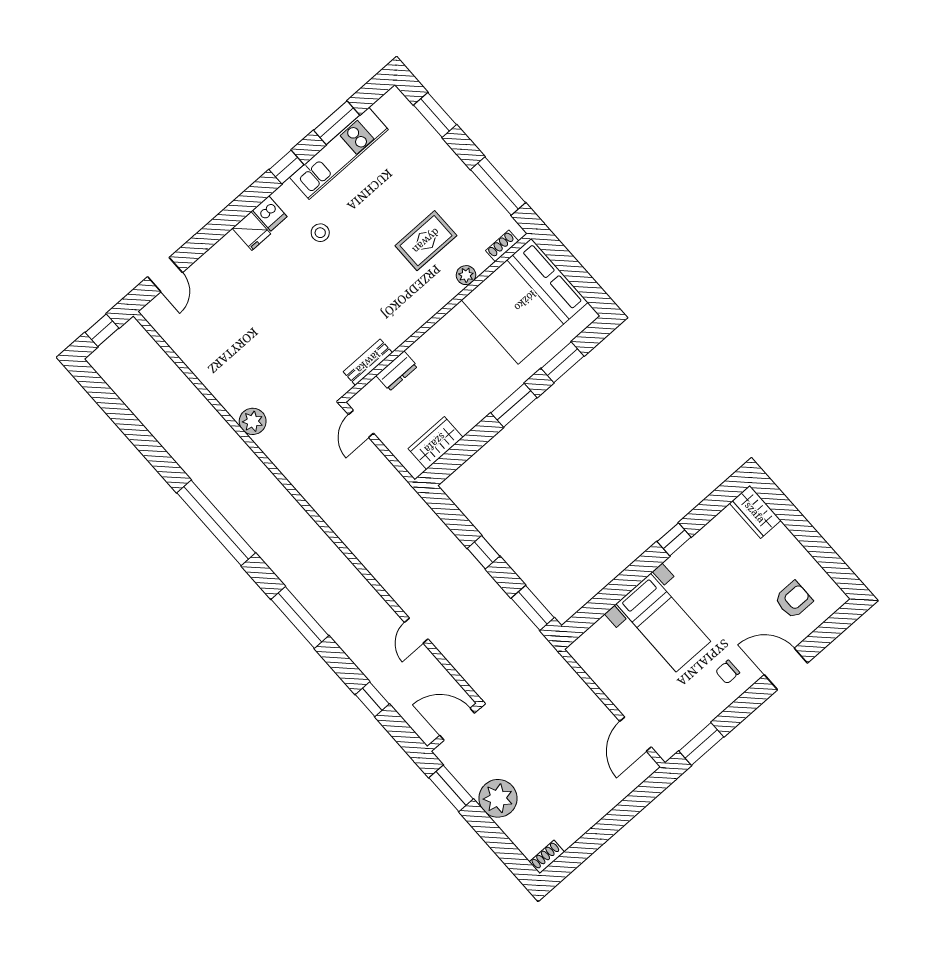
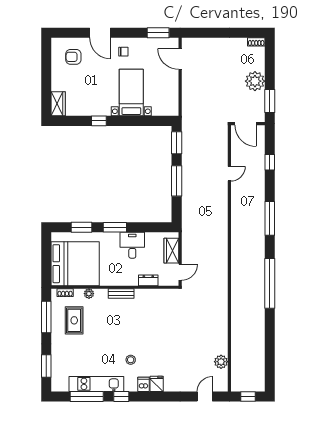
window: (337, 123) -> (87, 397), width x1.44
rug: (426, 241) -> (74, 320), moved, turned 90
bench: (368, 362) -> (121, 294), moved
desk: (465, 402) -> (132, 245), added
plant: (253, 421) -> (221, 362), moved
wardrobe: (435, 443) -> (171, 251), moved, turned 90
window: (484, 552) -> (177, 181), width x2.17
door: (635, 734) -> (180, 59), swing flipped

